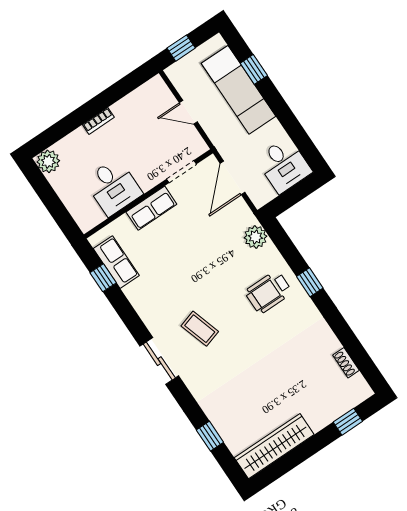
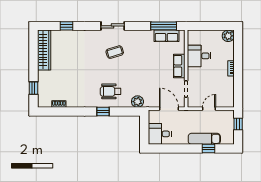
exam couch: (239, 90) -> (204, 139), width x0.73, depth x0.69
window: (103, 278) -> (164, 26), width x2.17
wheelchair: (268, 292) -> (111, 91), turned -90

